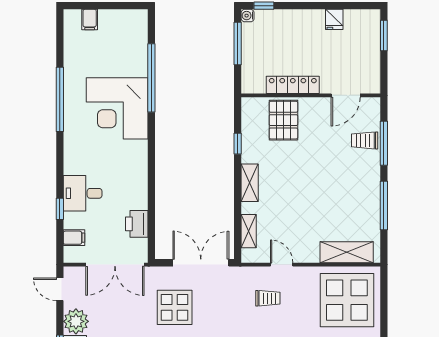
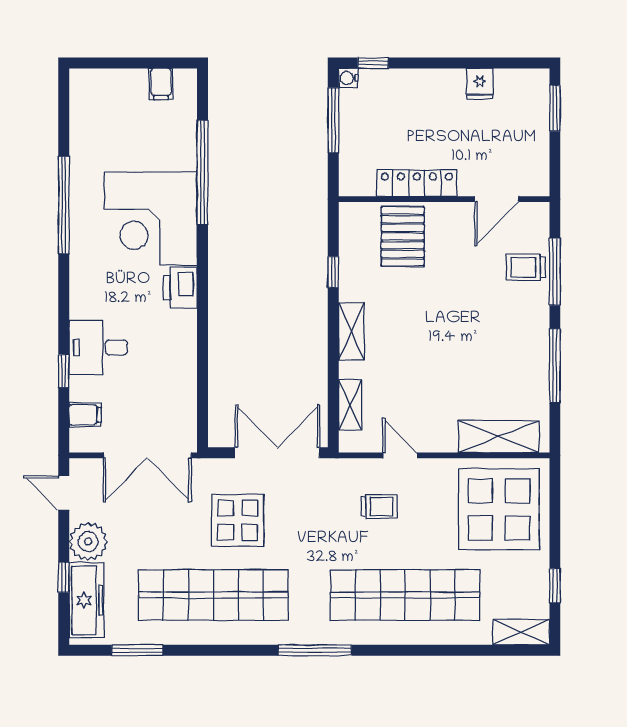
filing cabinet: (90, 20) -> (161, 84), moved
printer: (137, 224) -> (180, 288), moved

